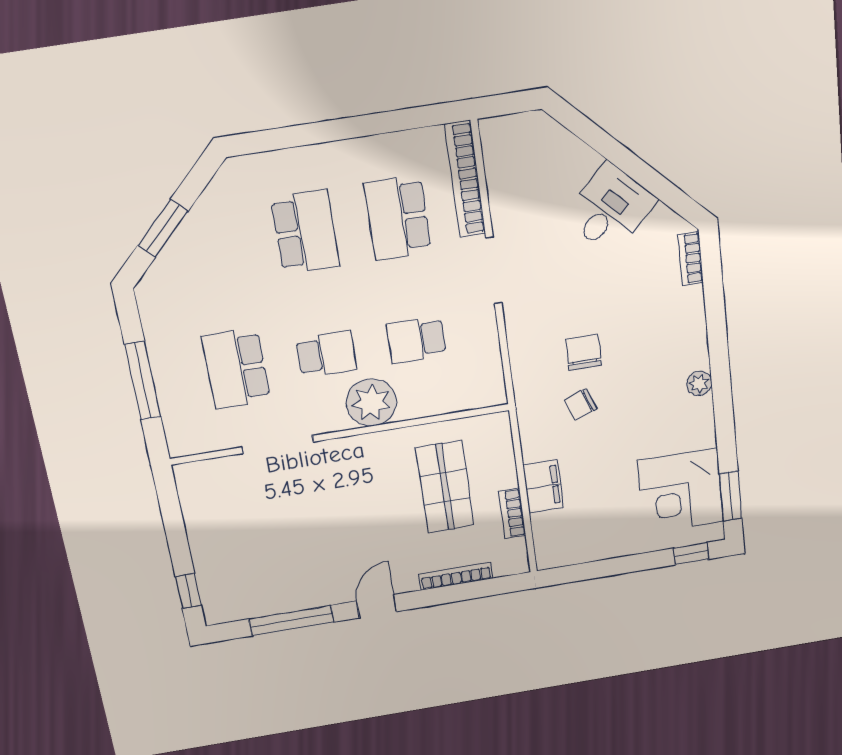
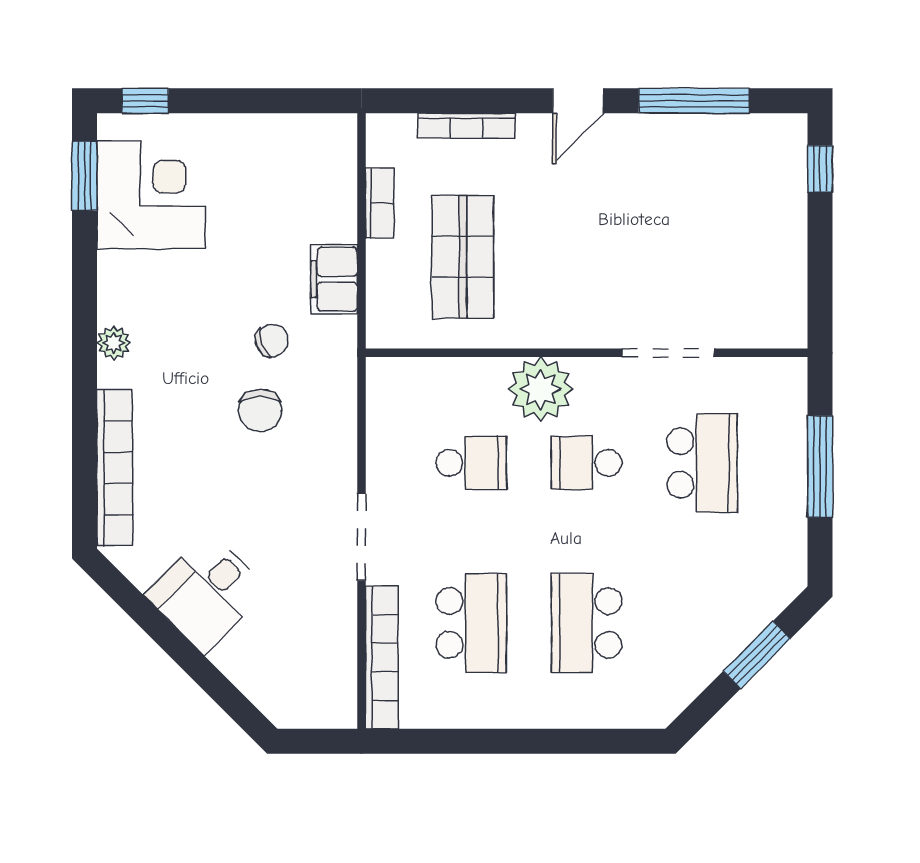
bookcase: (691, 259) -> (115, 468), width x2.31, depth x1.31
filing cabinet: (543, 486) -> (334, 279), moved

